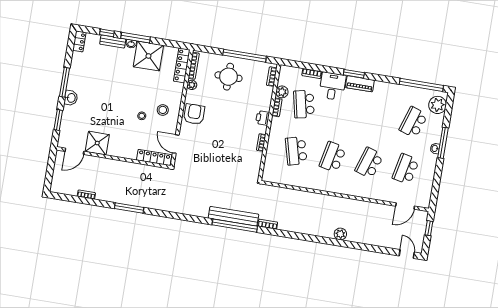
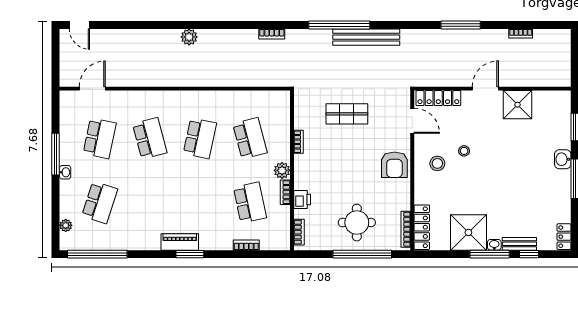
window: (245, 56) -> (362, 254), moved
plant: (192, 85) -> (404, 203), removed
desk: (332, 86) -> (216, 233), removed
plant: (282, 92) -> (282, 170), moved
plant: (438, 105) -> (66, 225), width x0.53, depth x0.53
printer: (263, 118) -> (302, 199), moved
window: (443, 143) -> (56, 154), moved
door: (74, 151) -> (485, 89), moved
shop shelf: (223, 157) -> (347, 114), added
school desk: (369, 163) -> (150, 138), turned -33
bench: (233, 216) -> (366, 37), moved
window: (235, 226) -> (339, 25), moved
window: (429, 228) -> (56, 65), removed
plant: (340, 234) -> (189, 37), moved

